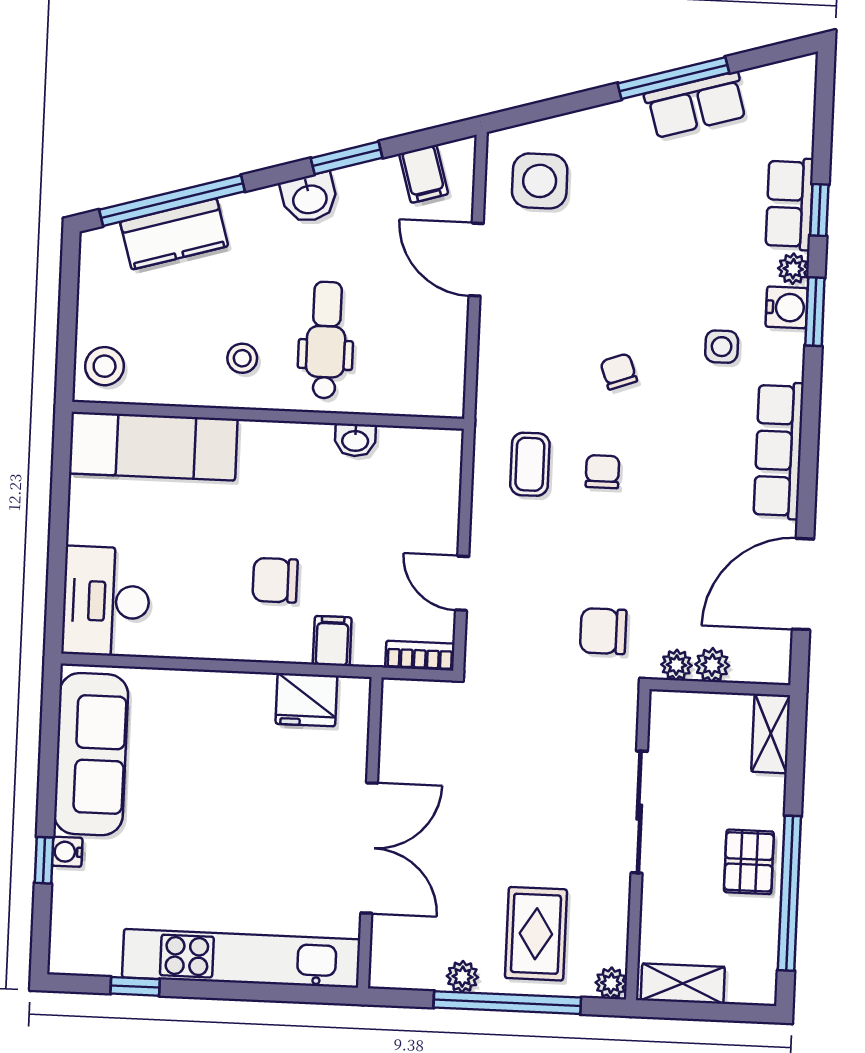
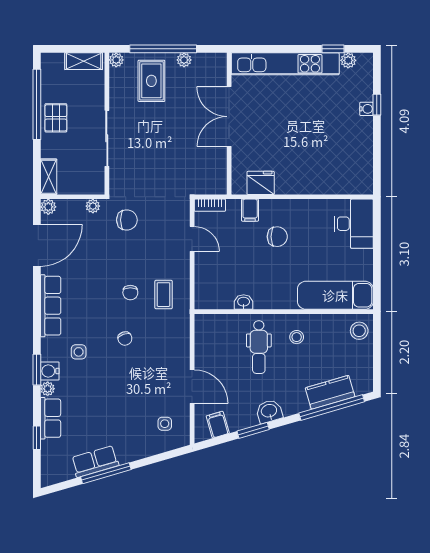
side table: (540, 181) -> (165, 424), width x0.54, depth x0.54
window: (819, 210) -> (37, 438), moved
plant: (712, 665) -> (48, 207), moved
sofa: (91, 754) -> (358, 154), removed
plant: (103, 960) -> (348, 60), added

